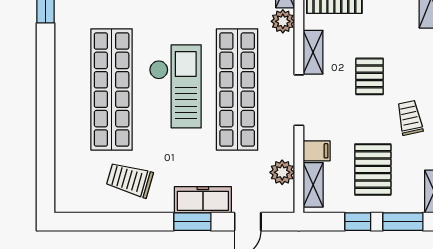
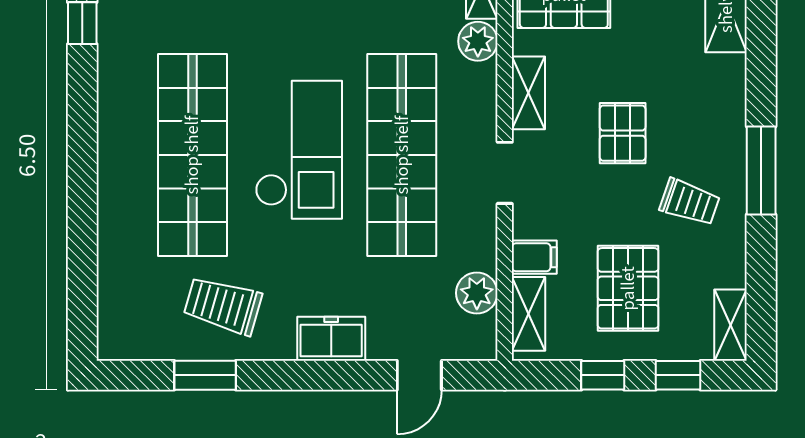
doorway: (299, 100) -> (505, 173), width x0.73
trolley: (410, 118) -> (690, 202), turned 121
freezer: (203, 200) -> (331, 339), width x0.71
window: (192, 222) -> (205, 375), moved
window: (403, 222) -> (678, 375), width x0.67

